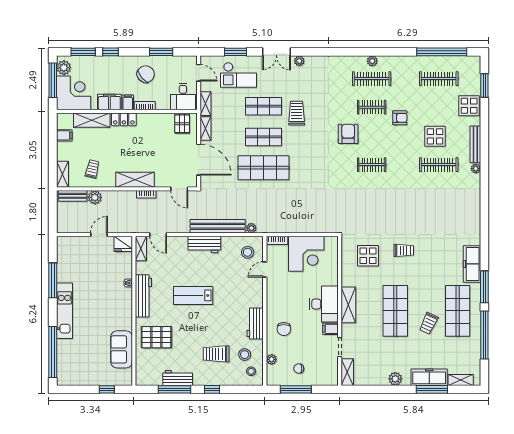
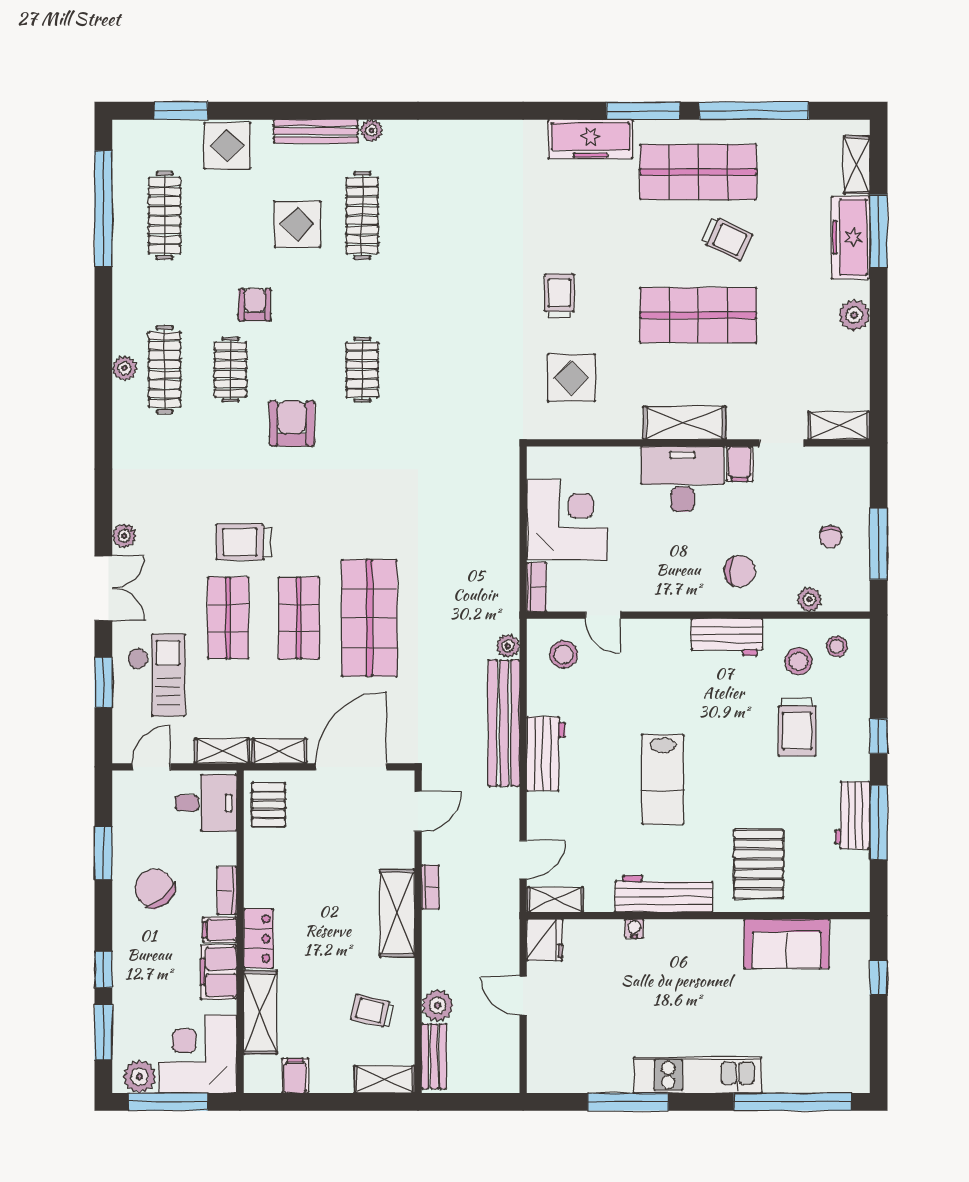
pallet: (182, 124) -> (269, 805), turned 90
armchair: (348, 134) -> (292, 423), turned 90

